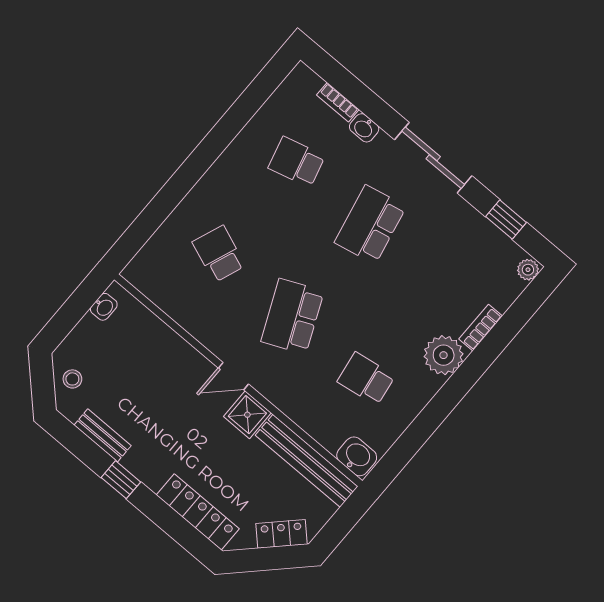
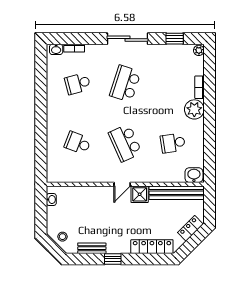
washbasin: (364, 128) -> (56, 49), moved
school desk: (370, 224) -> (125, 84), turned 30

